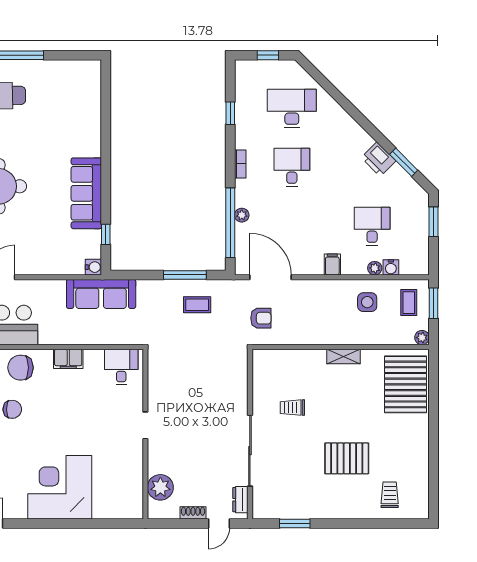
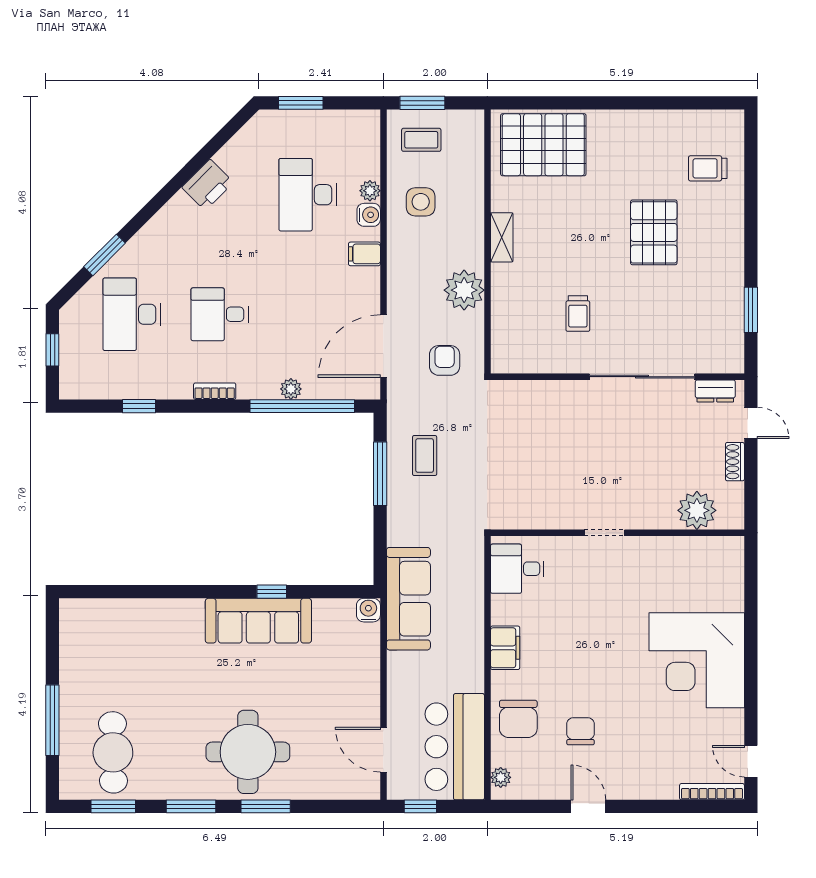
window: (404, 162) -> (105, 255), moved
desk: (372, 226) -> (308, 195), width x1.37
window: (106, 234) -> (272, 592), moved
water cooler: (391, 267) -> (369, 215), moved
plant: (422, 338) -> (464, 290), moved, width x1.87, depth x1.87

